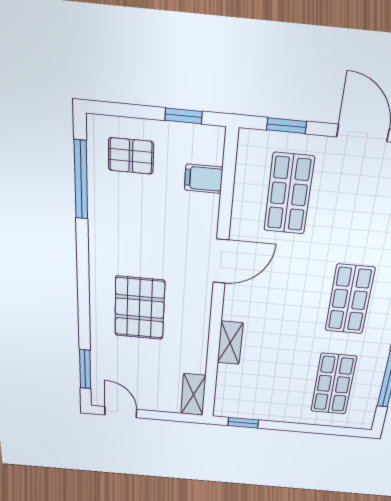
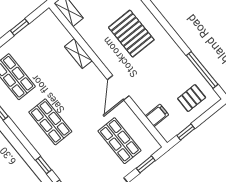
window: (243, 423) -> (20, 27), moved

